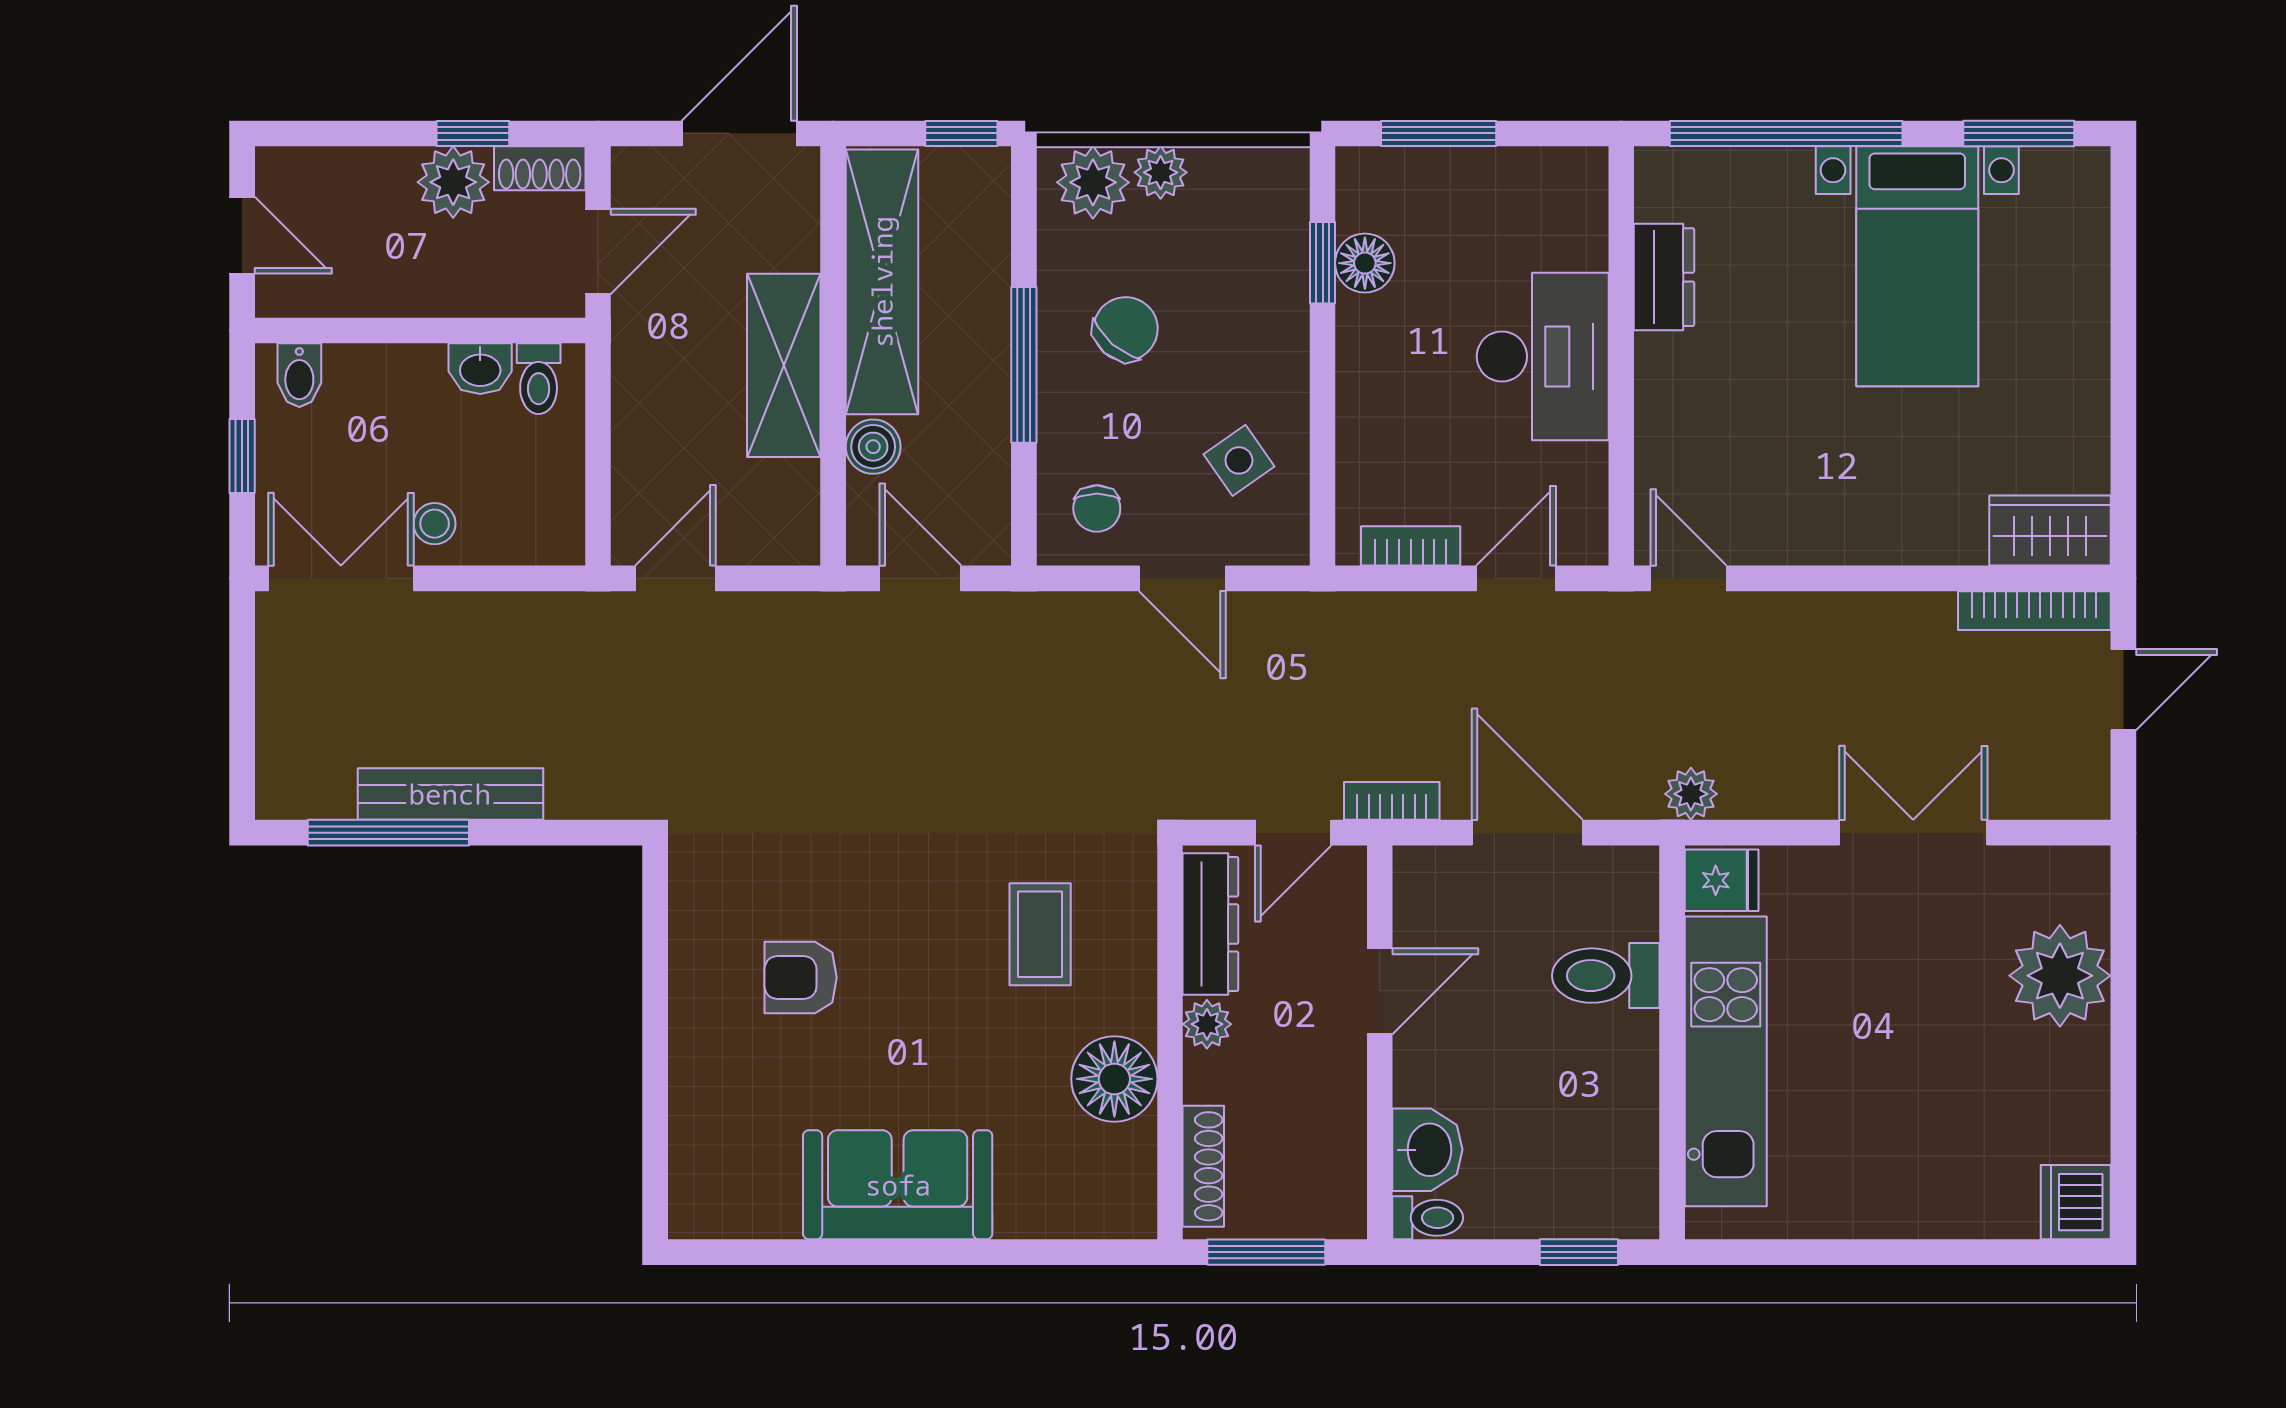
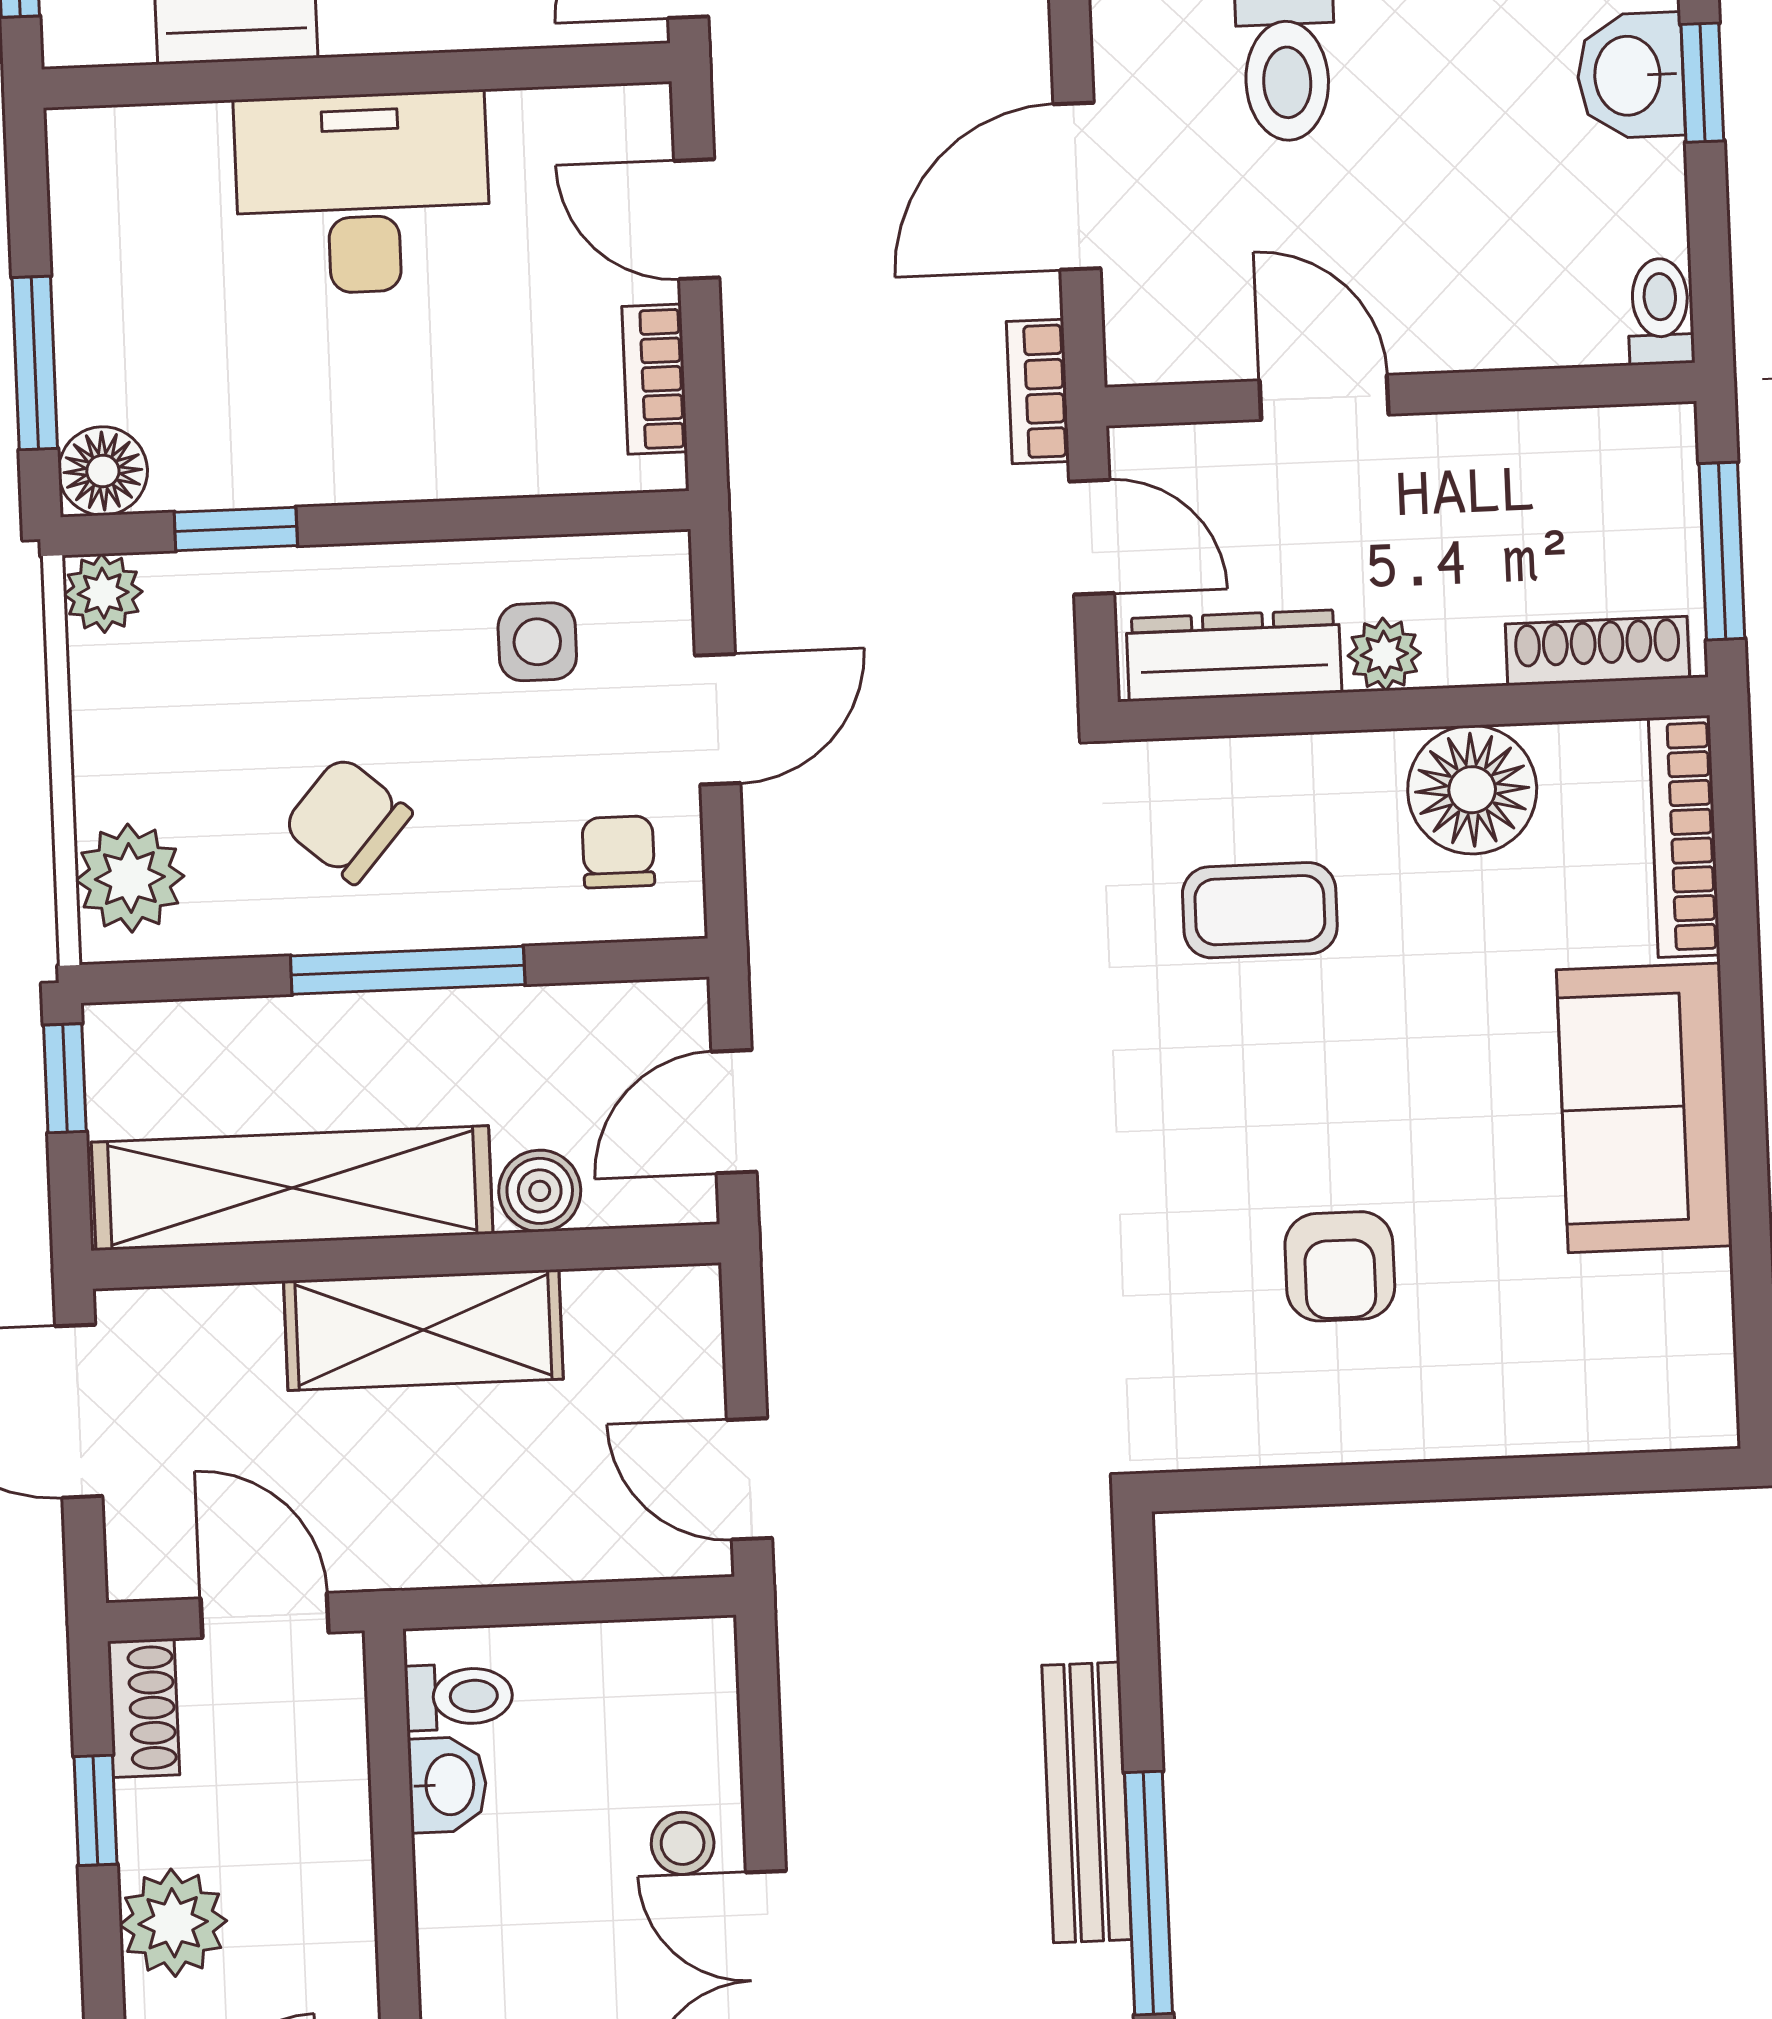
plant: (1161, 172) -> (103, 593), moved
plant: (453, 182) -> (173, 1923), moved
floor lamp: (1365, 263) -> (103, 471), moved
side table: (1239, 460) -> (537, 642), turned 35
chair: (1097, 509) -> (618, 852), turned -90
washbasin: (1427, 1150) -> (1631, 76), moved, turned -90
bookcase: (1077, 1219) -> (1684, 836), added

